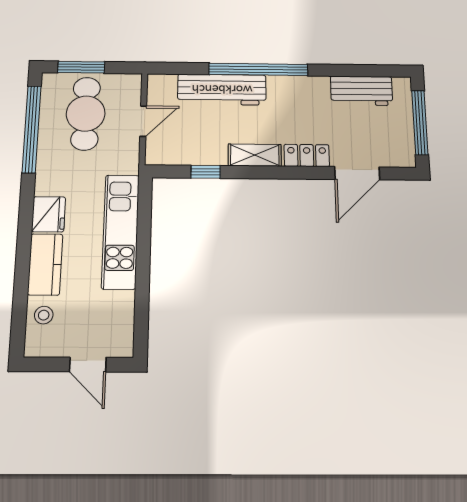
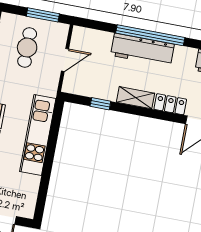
window: (81, 67) -> (43, 15), moved
workbench: (222, 90) -> (142, 50), moved
cafe table: (86, 114) -> (27, 47), width x0.73, depth x0.74

